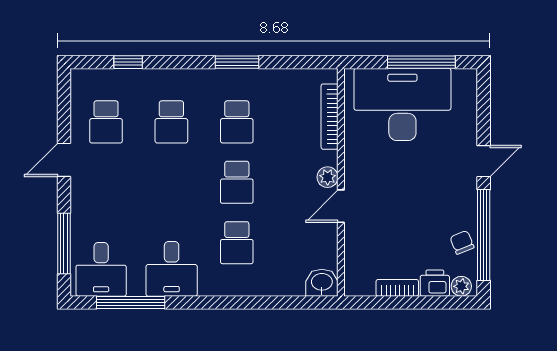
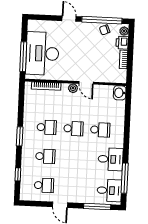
window: (237, 62) -> (20, 136), moved
window: (421, 62) -> (23, 57), moved

